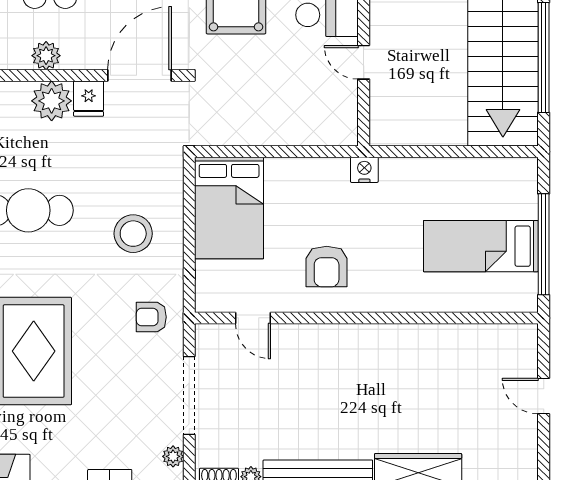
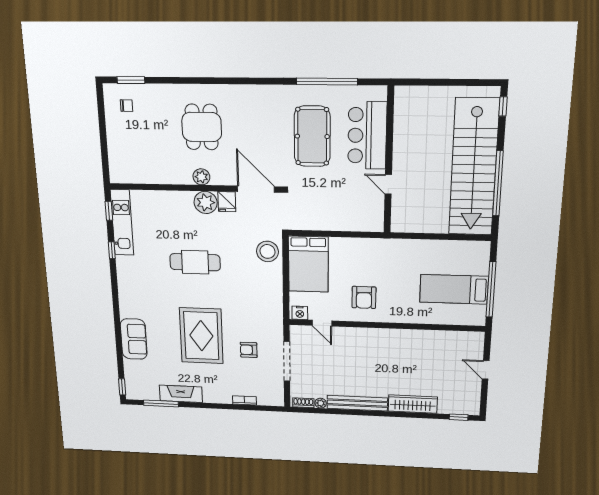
door: (140, 75) -> (256, 189), hinge flipped
nightstand: (364, 170) -> (300, 313), moved, turned 180
stool: (133, 234) -> (267, 251), moved
armchair: (151, 317) -> (249, 350), moved
plant: (173, 456) -> (278, 391), removed

